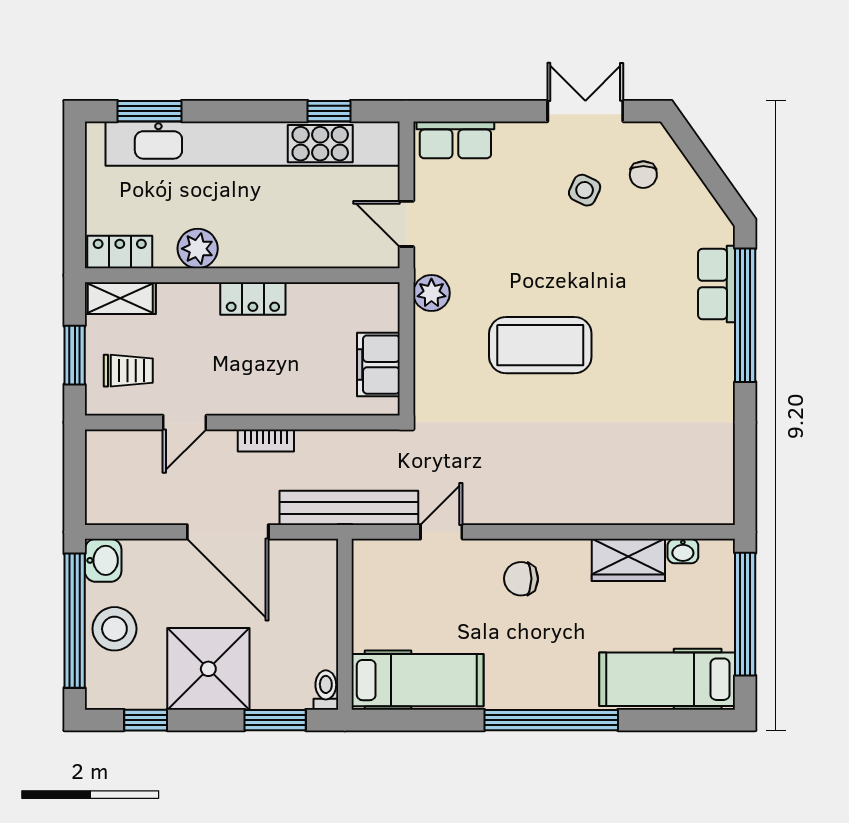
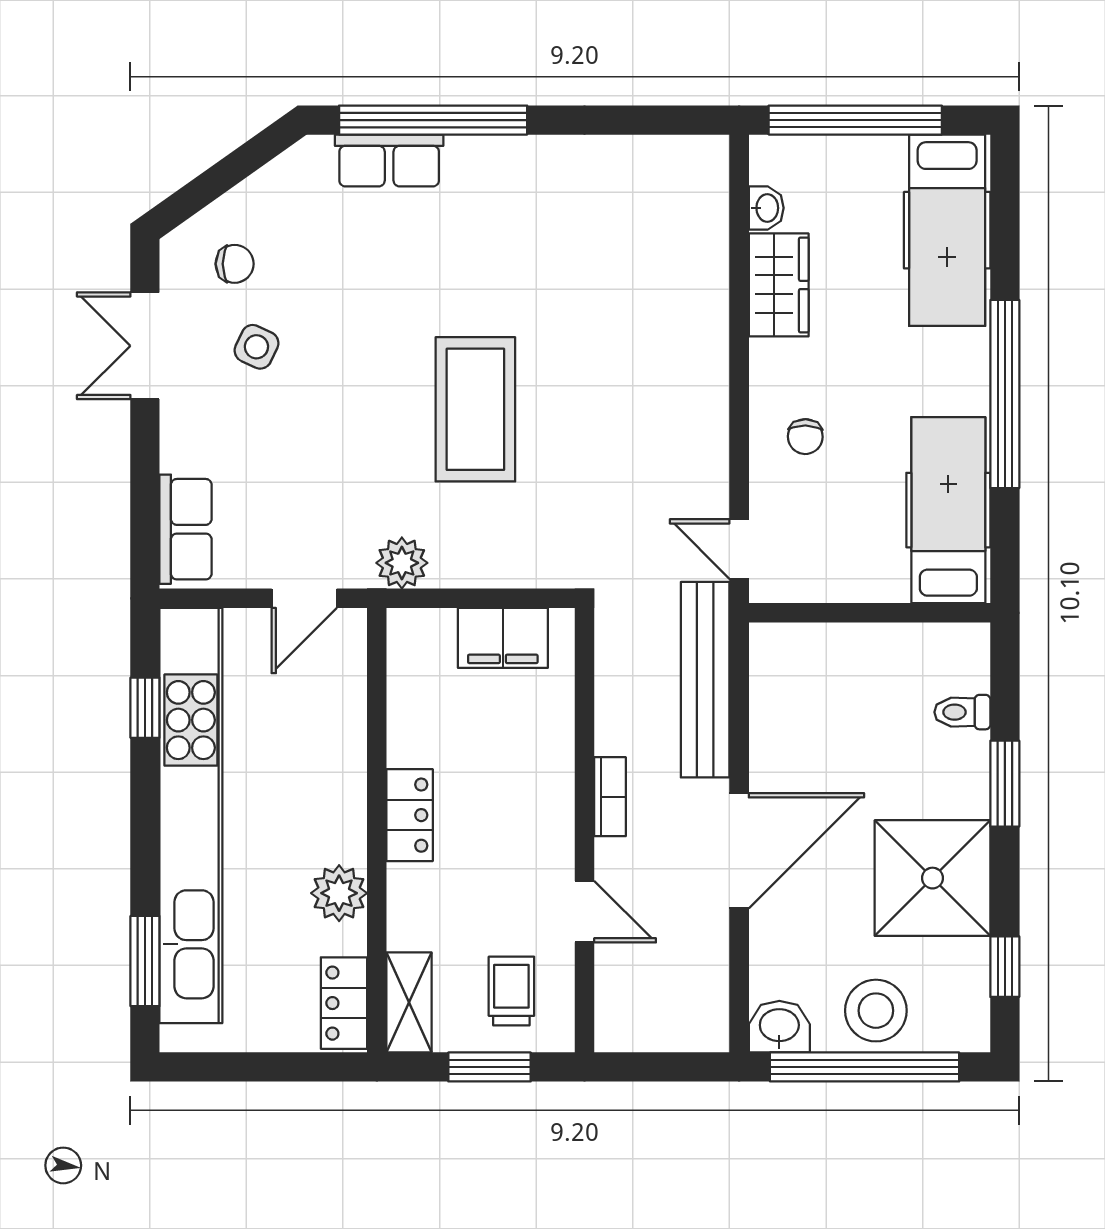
chair: (521, 579) -> (805, 437), width x0.73, depth x0.73
wall: (345, 624) -> (870, 613), moved
hospital bed: (418, 680) -> (948, 510), moved

